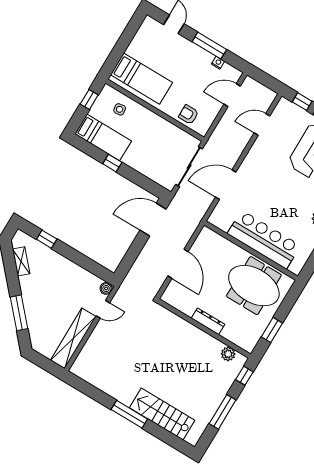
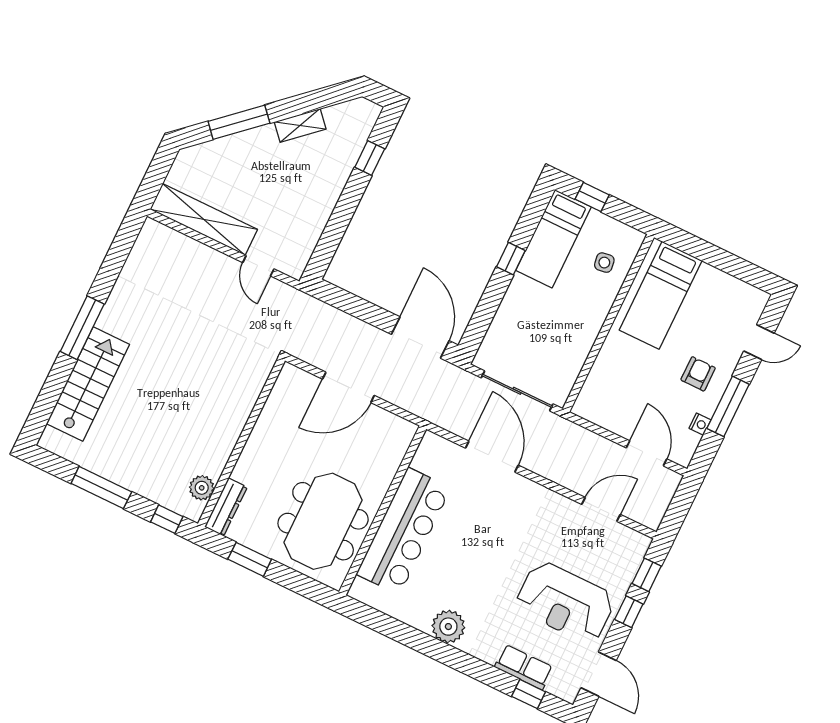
window: (89, 99) -> (592, 197), moved
armchair: (189, 114) -> (698, 374), moved
door: (262, 124) -> (601, 509), hinge flipped
shelving: (21, 261) -> (300, 125), moved
boiler: (106, 288) -> (295, 268), removed
dresser: (208, 321) -> (226, 507), moved

